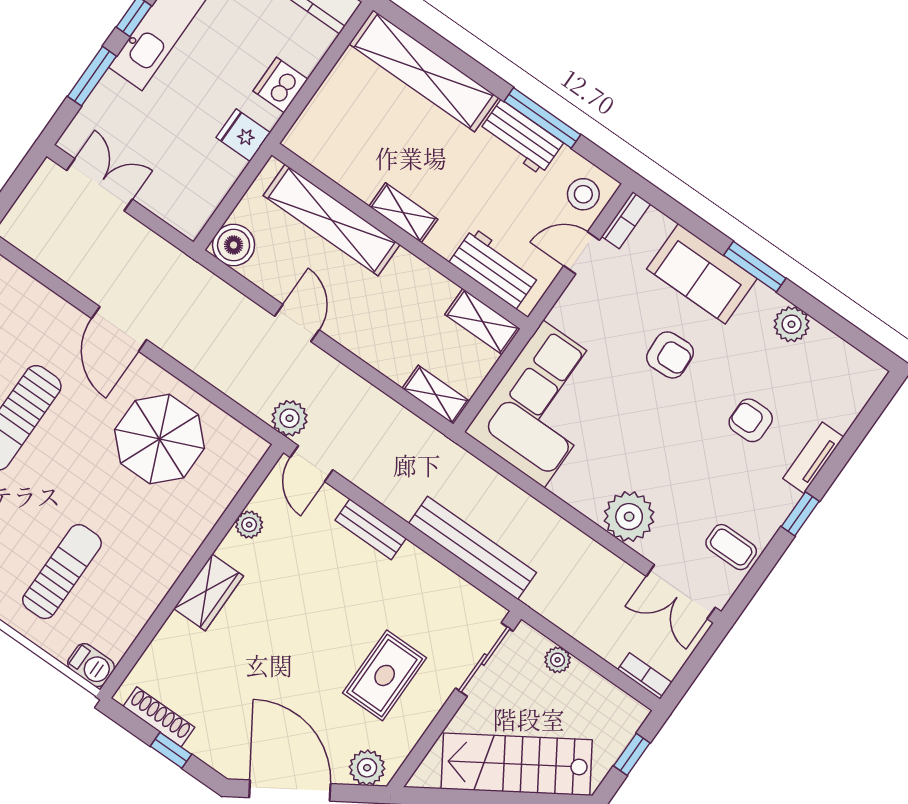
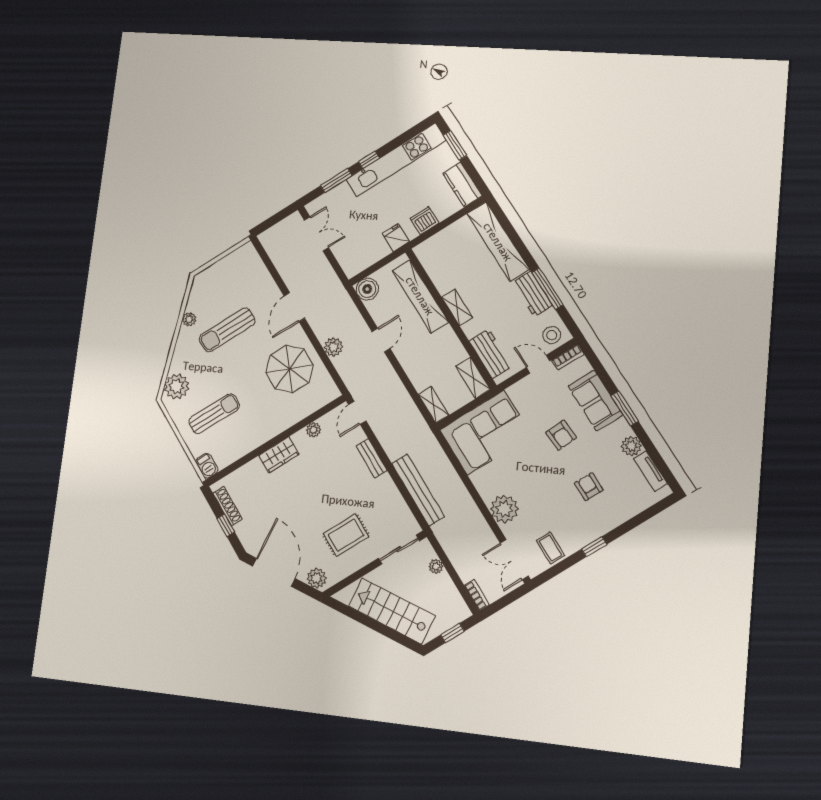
plant: (290, 418) -> (333, 347), moved
tv unit: (813, 458) -> (651, 471), moved, turned -90

